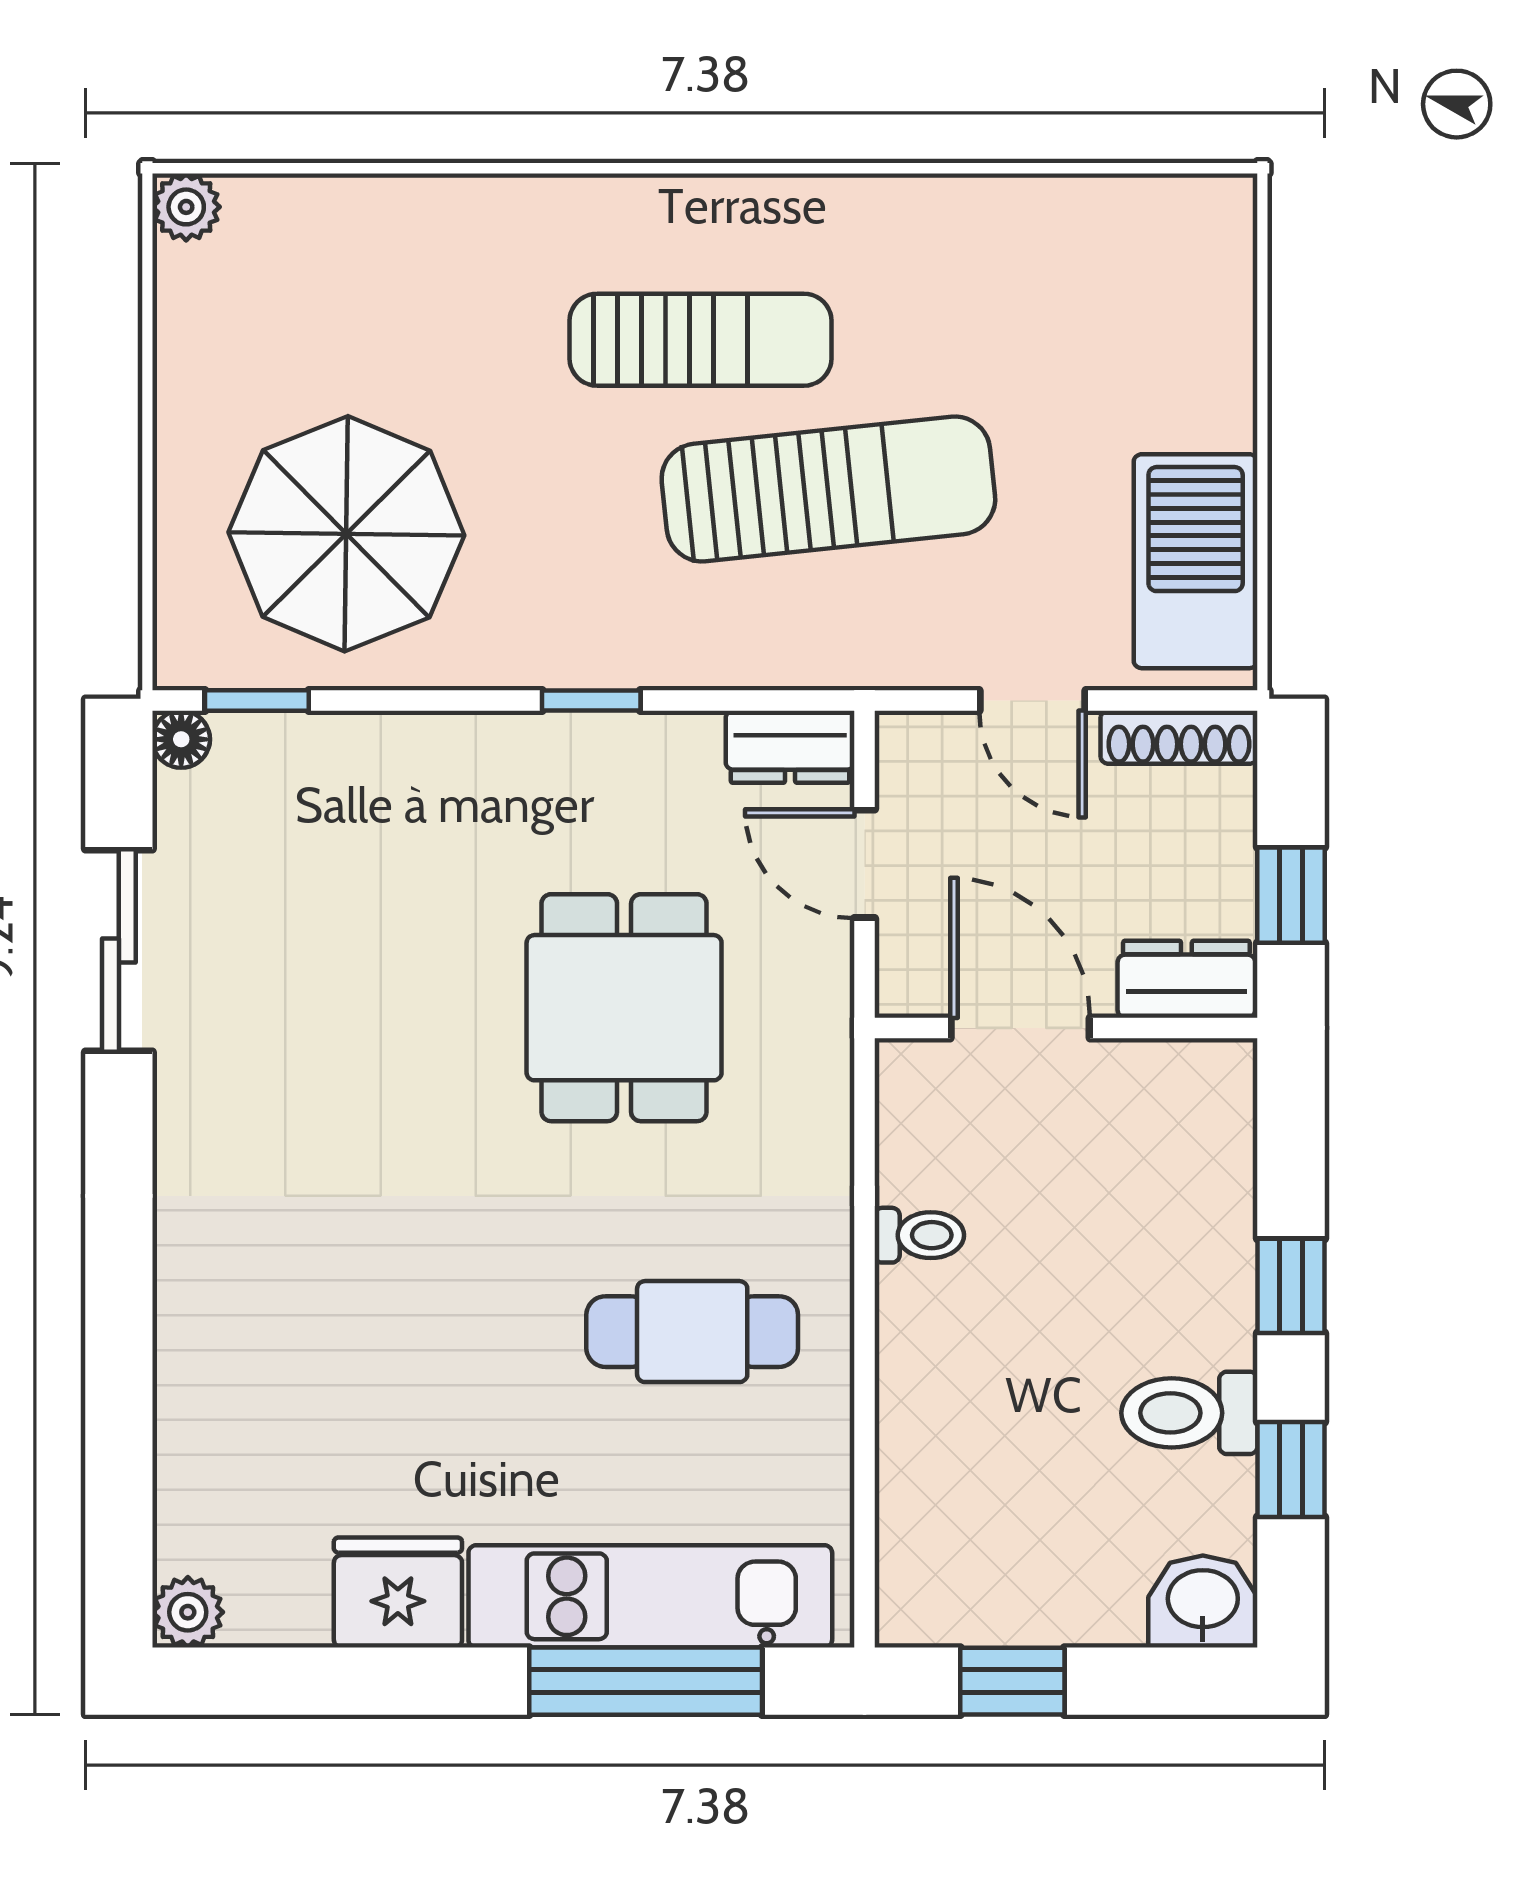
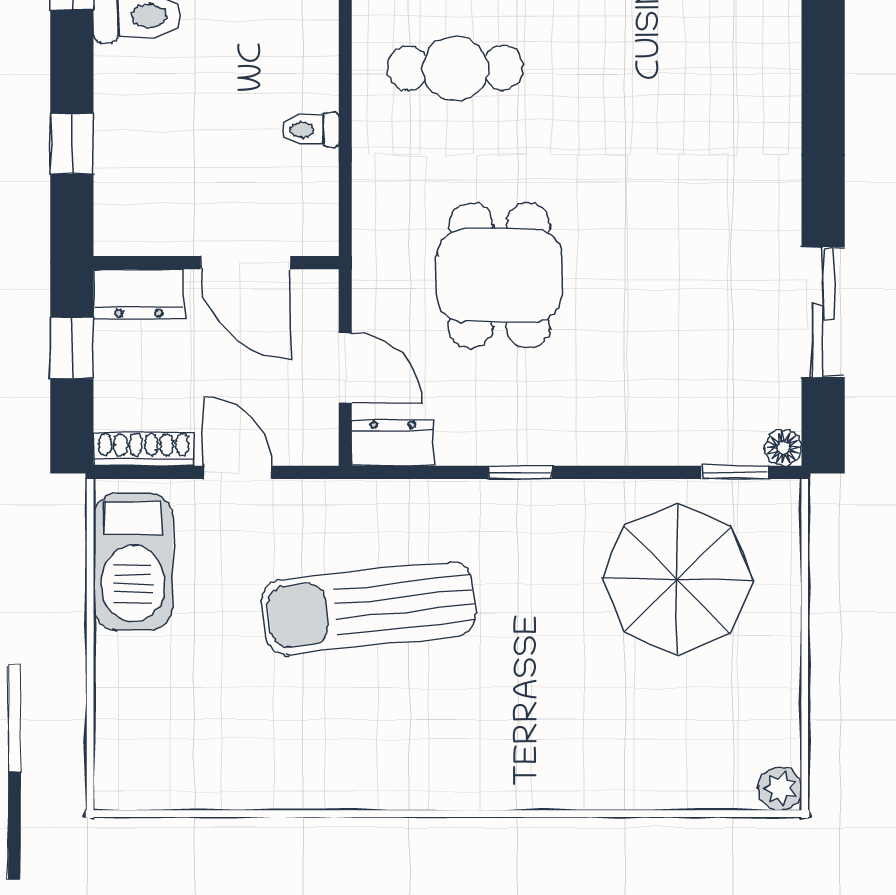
sun lounger: (701, 340) -> (450, 704), removed
window: (1291, 1286) -> (72, 144), moved

